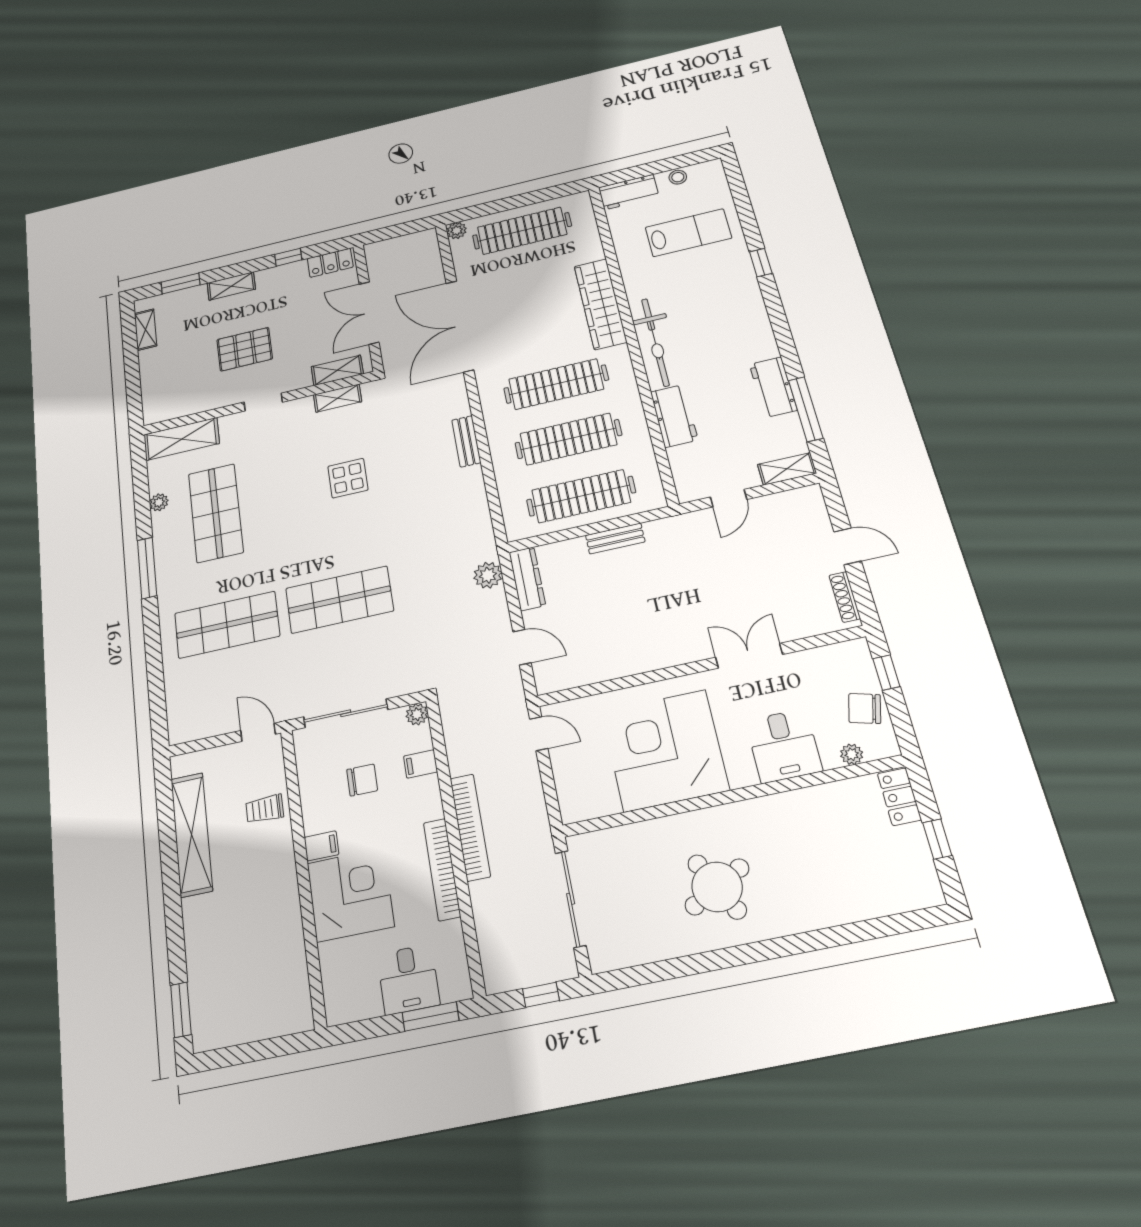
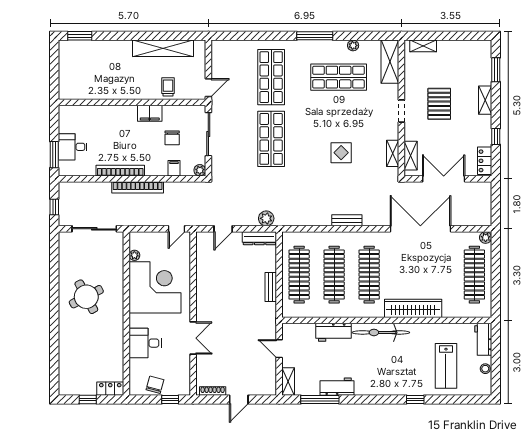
shelving: (146, 330) -> (423, 46), moved
plant: (852, 754) -> (134, 255), moved
filing cabinet: (321, 846) -> (150, 113), width x2.00
corner desk: (350, 895) -> (117, 124), removed

